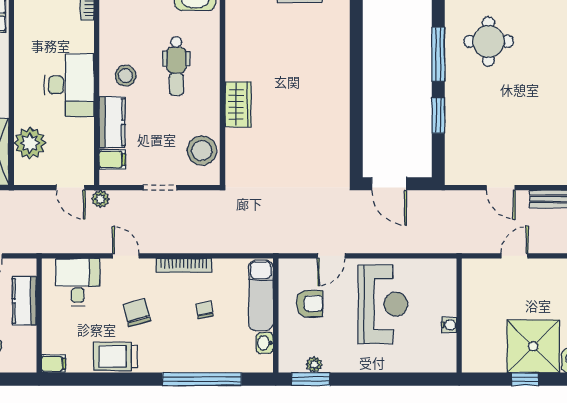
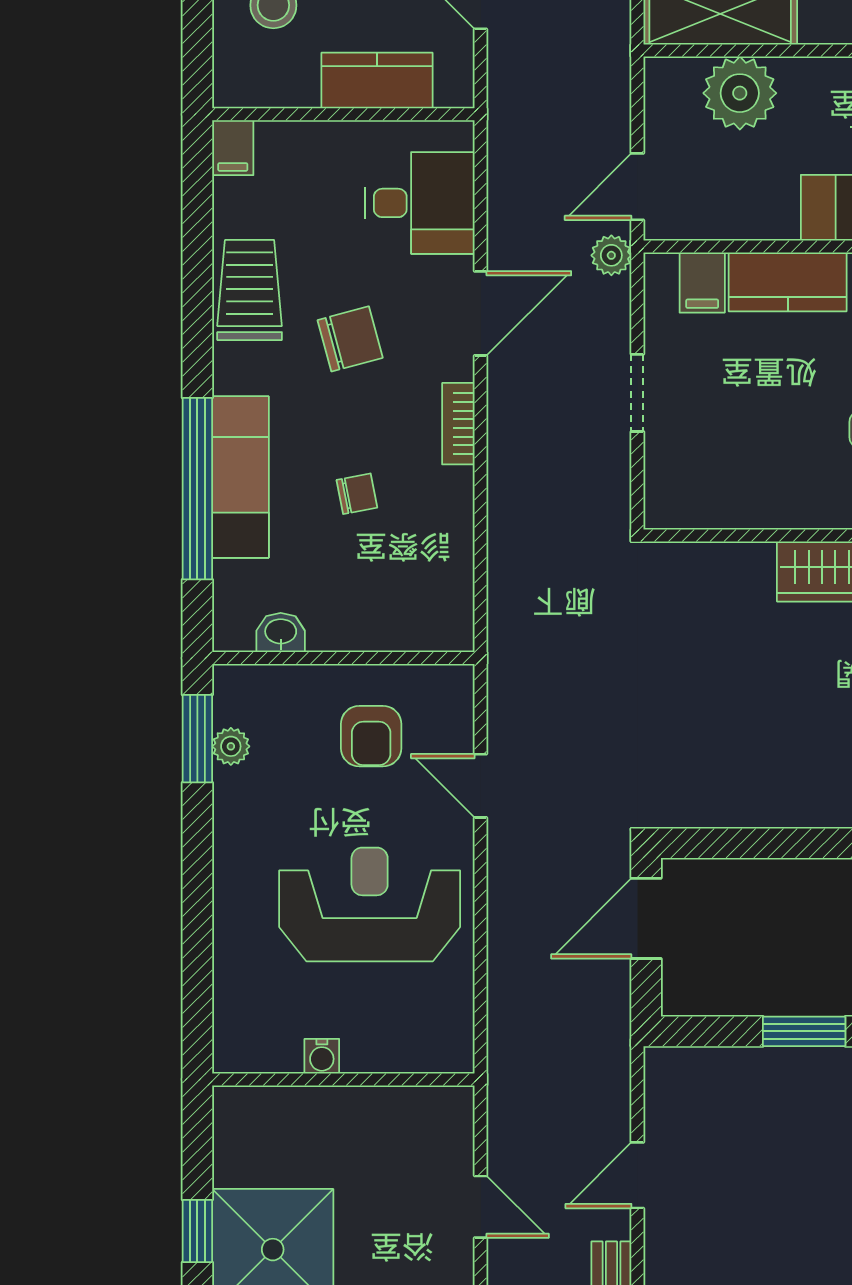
stool: (202, 151) -> (722, 488), removed
door: (126, 256) -> (481, 313), width x1.38
bookcase: (184, 266) -> (458, 424), width x0.64
exam couch: (261, 295) -> (240, 477), moved, turned 90
reception desk: (383, 304) -> (370, 904), turned 180

